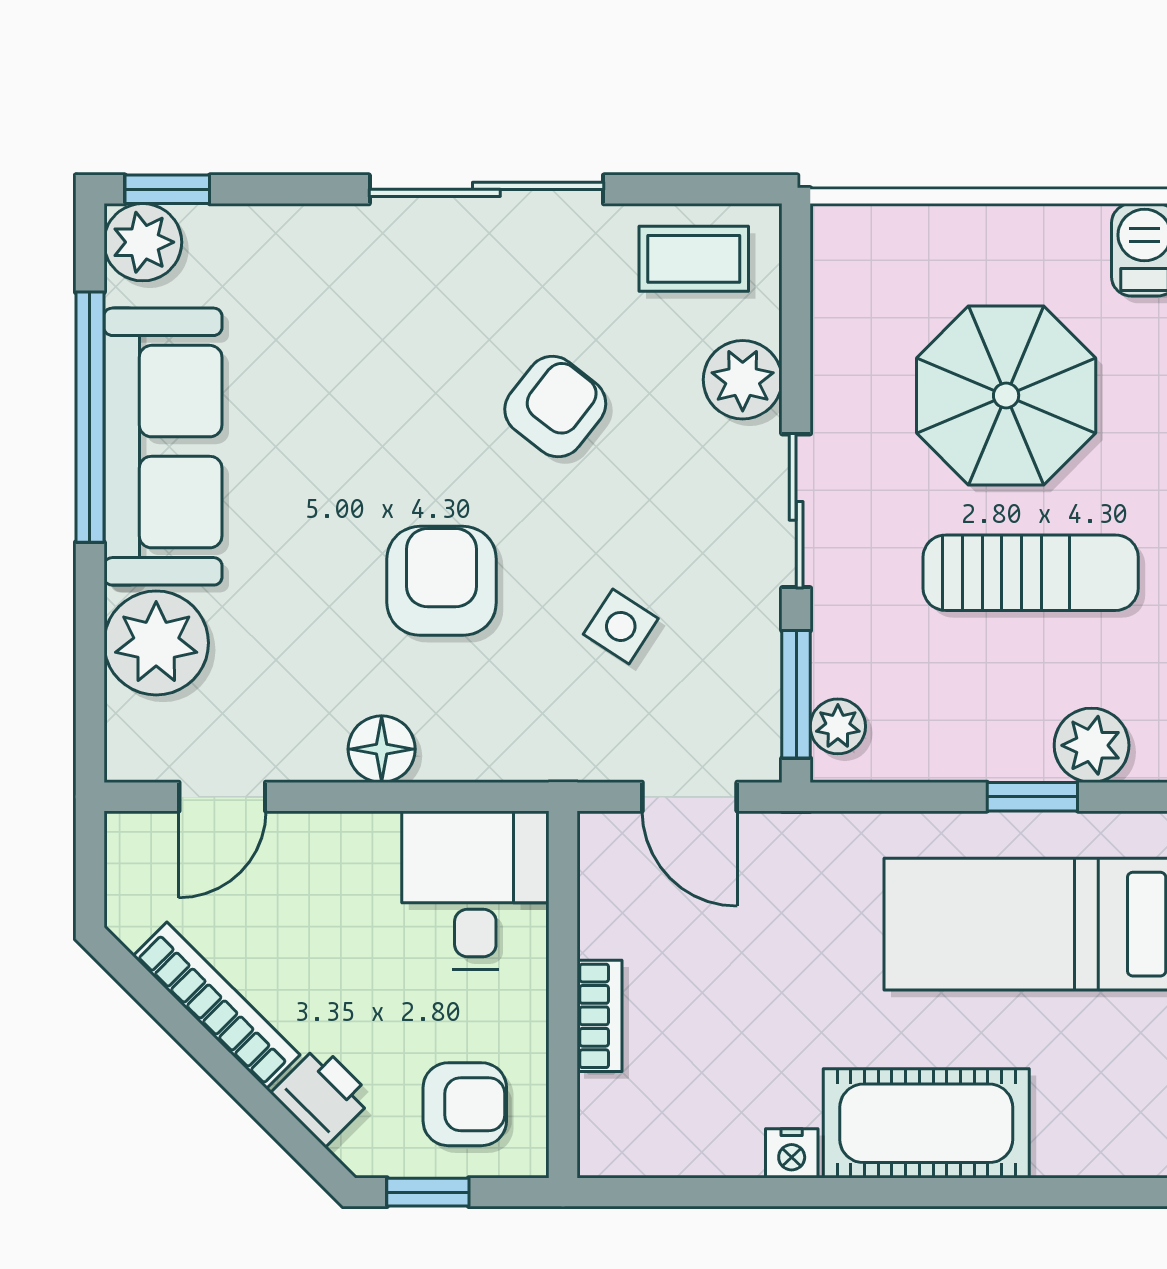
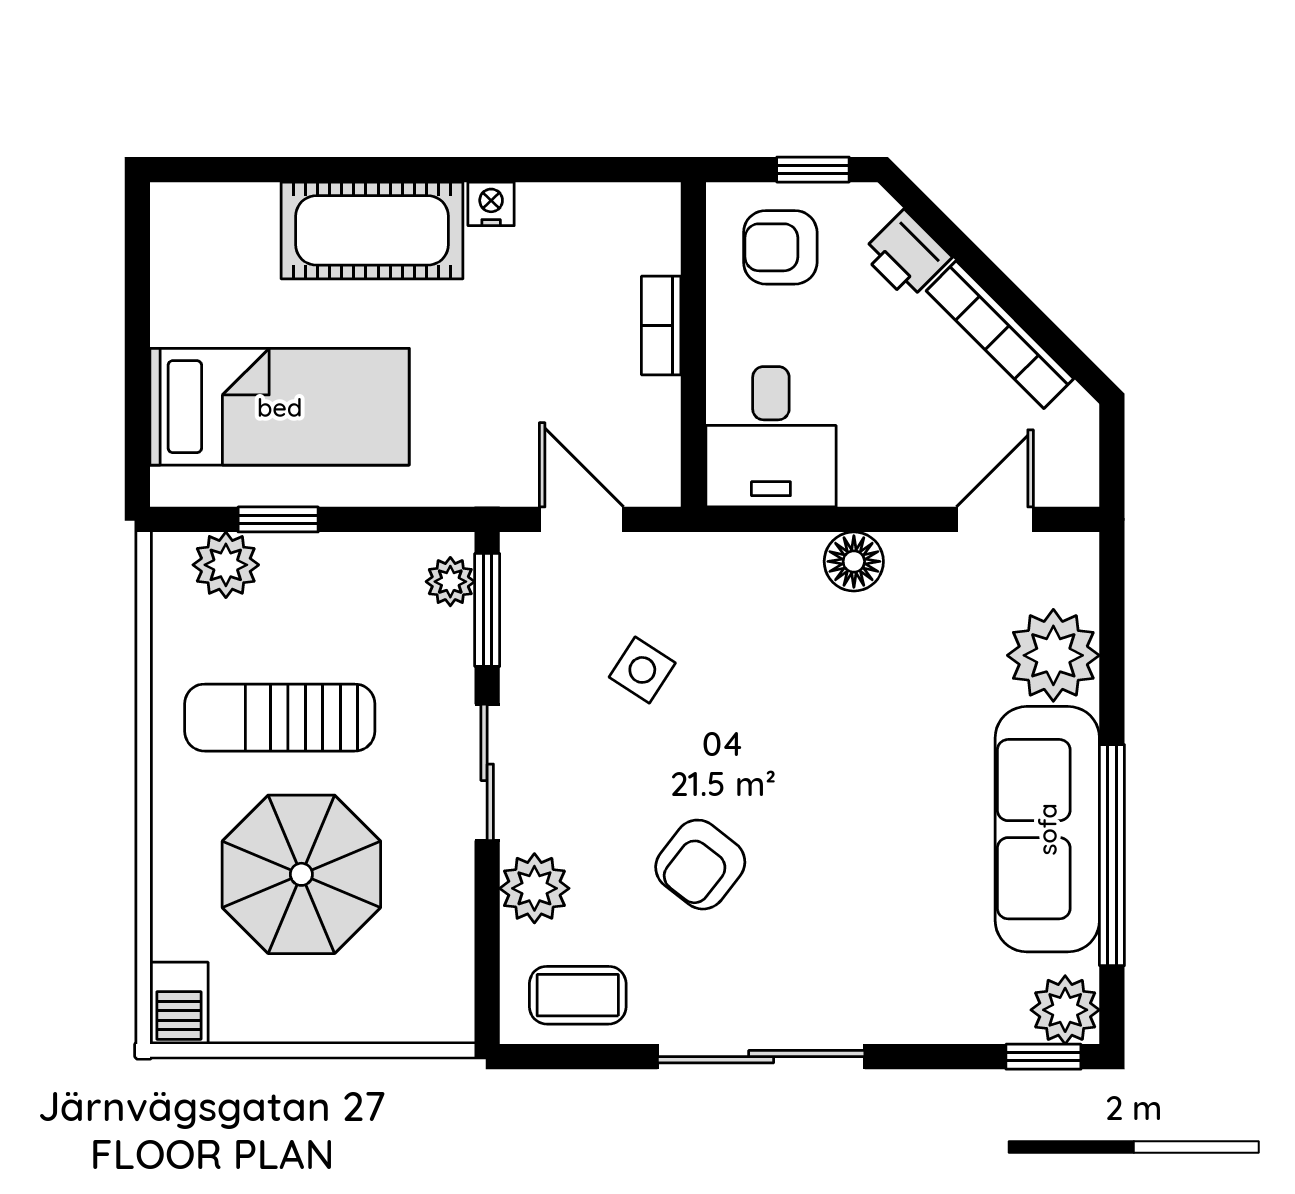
armchair: (442, 581) -> (801, 710), removed

